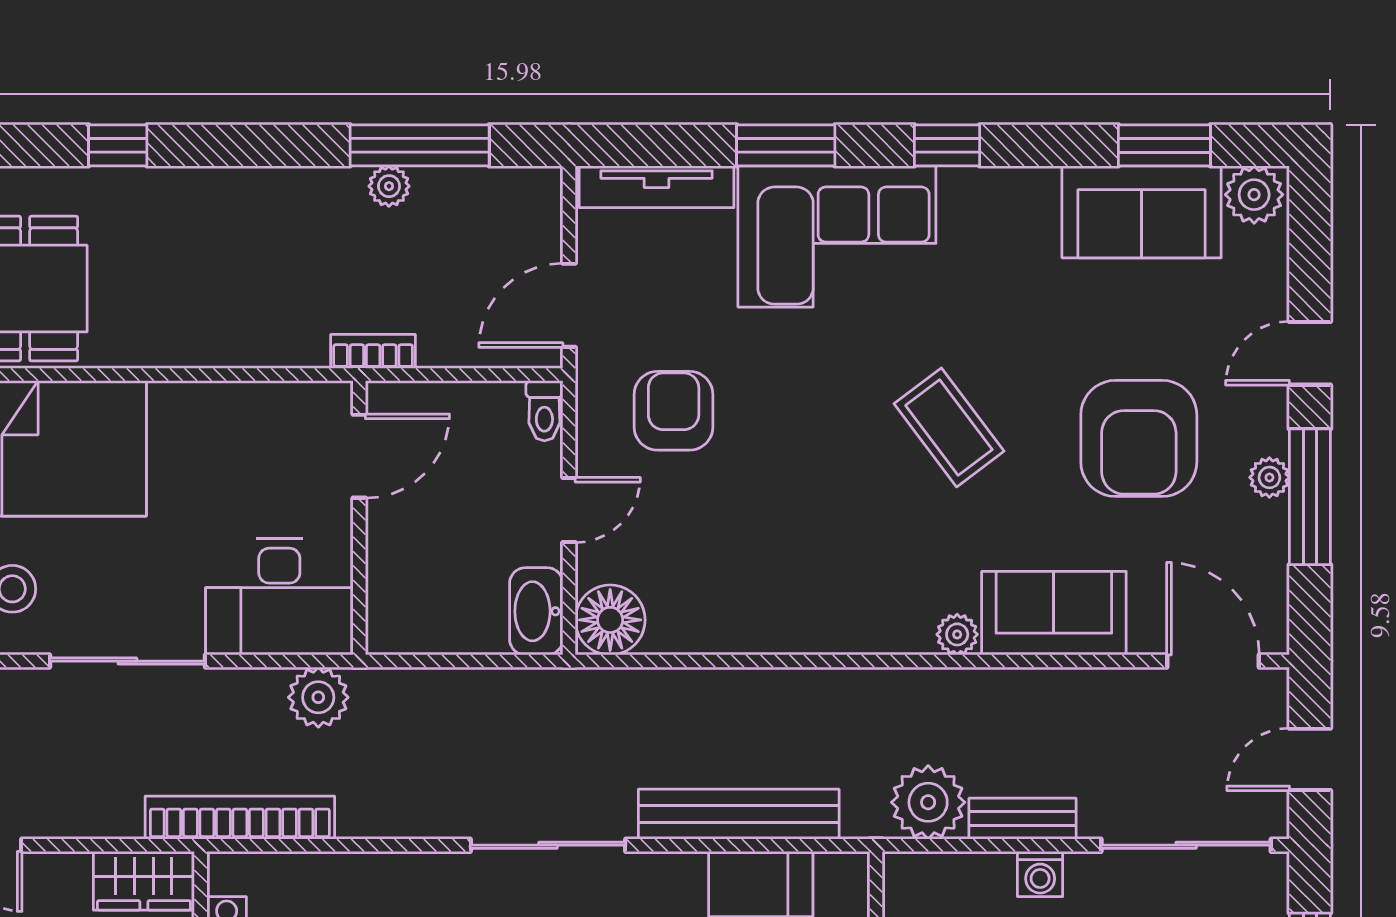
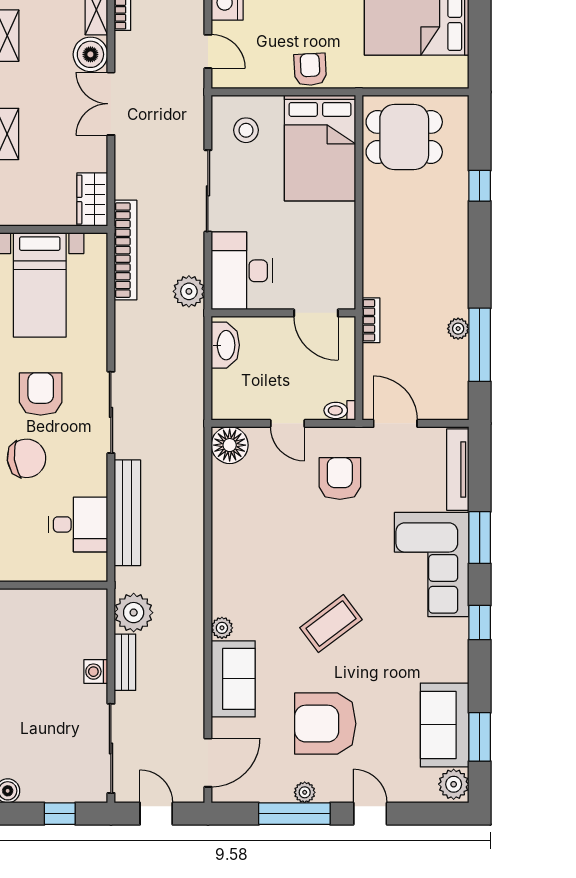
armchair: (674, 411) -> (340, 478), turned -90
washbasin: (536, 611) -> (225, 345), moved, turned 90

